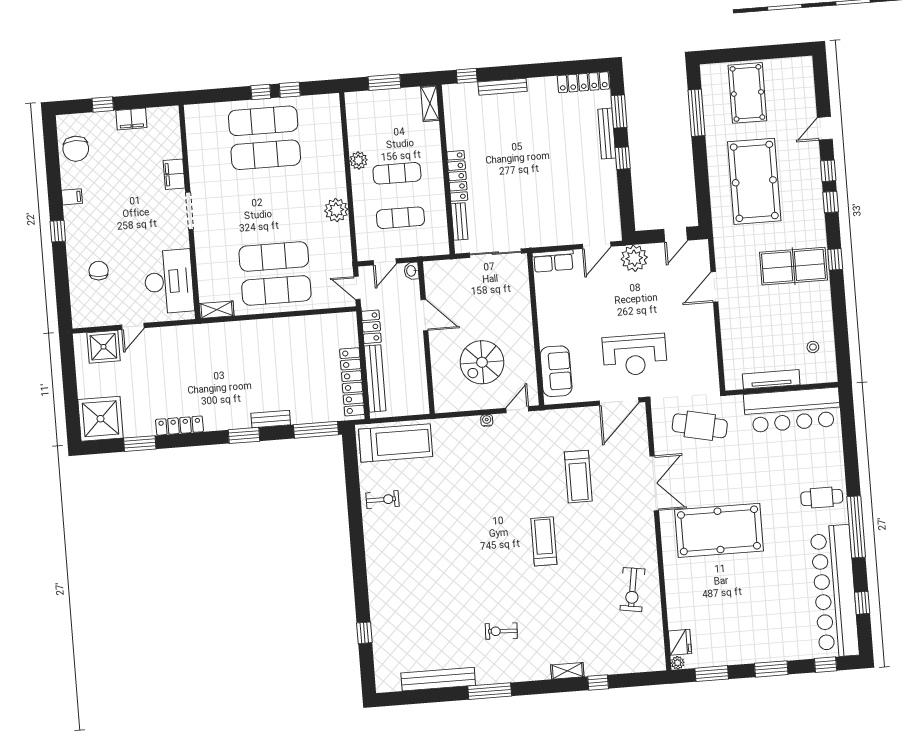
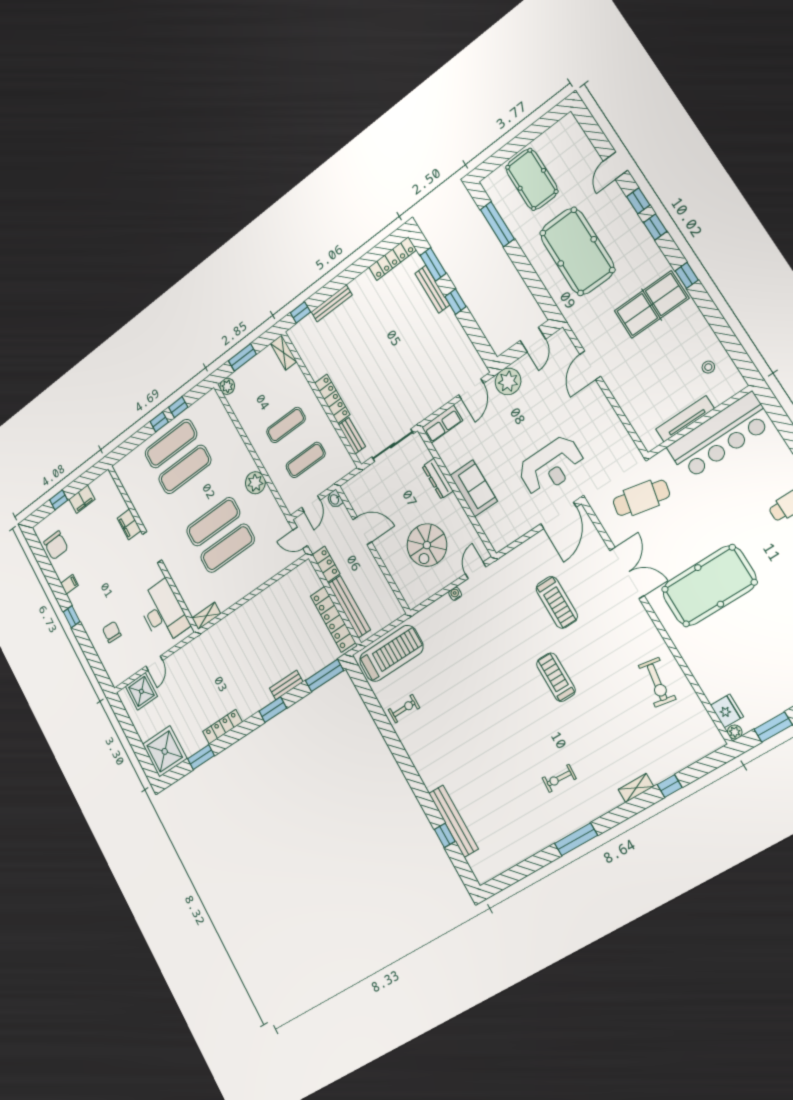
plant: (358, 160) -> (227, 386), moved
exercise mat: (276, 290) -> (213, 522), moved
dresser: (523, 308) -> (438, 479), added
sofa: (556, 371) -> (474, 488), moved
bench: (438, 679) -> (453, 821), moved, turned 90

